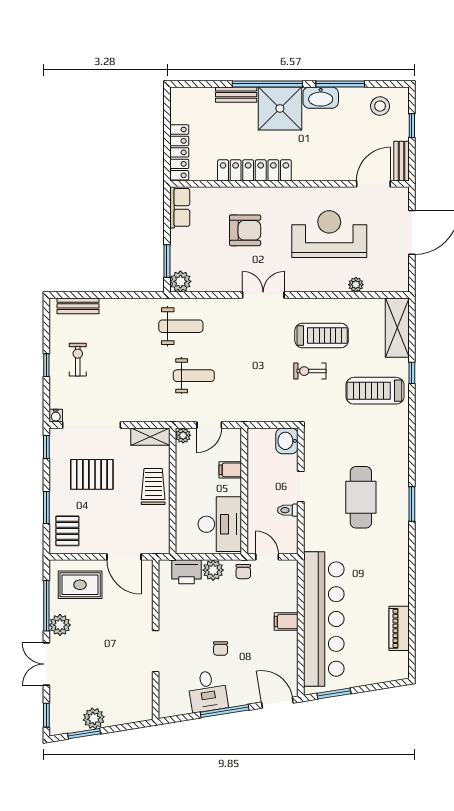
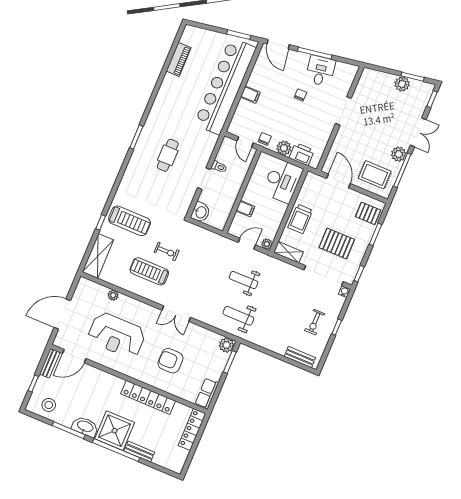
cafe table: (361, 497) -> (168, 155), width x0.73, depth x0.74
desk: (220, 524) -> (283, 181), moved, turned 180
pallet: (67, 531) -> (368, 213), turned 90

